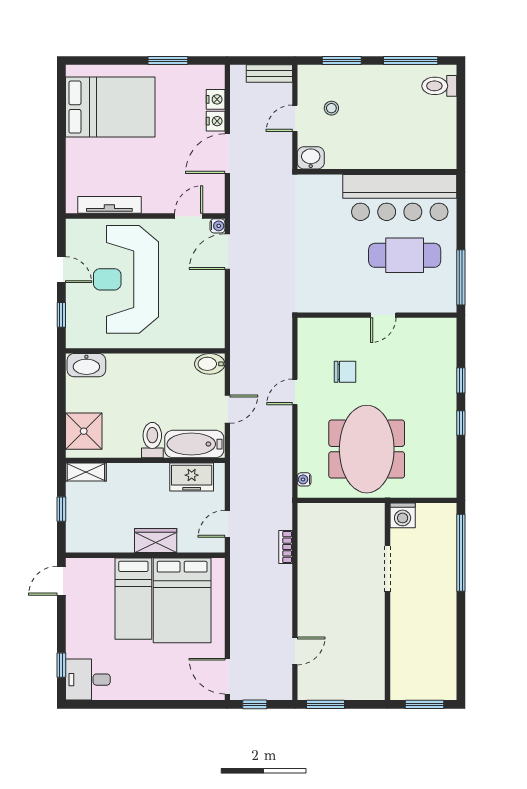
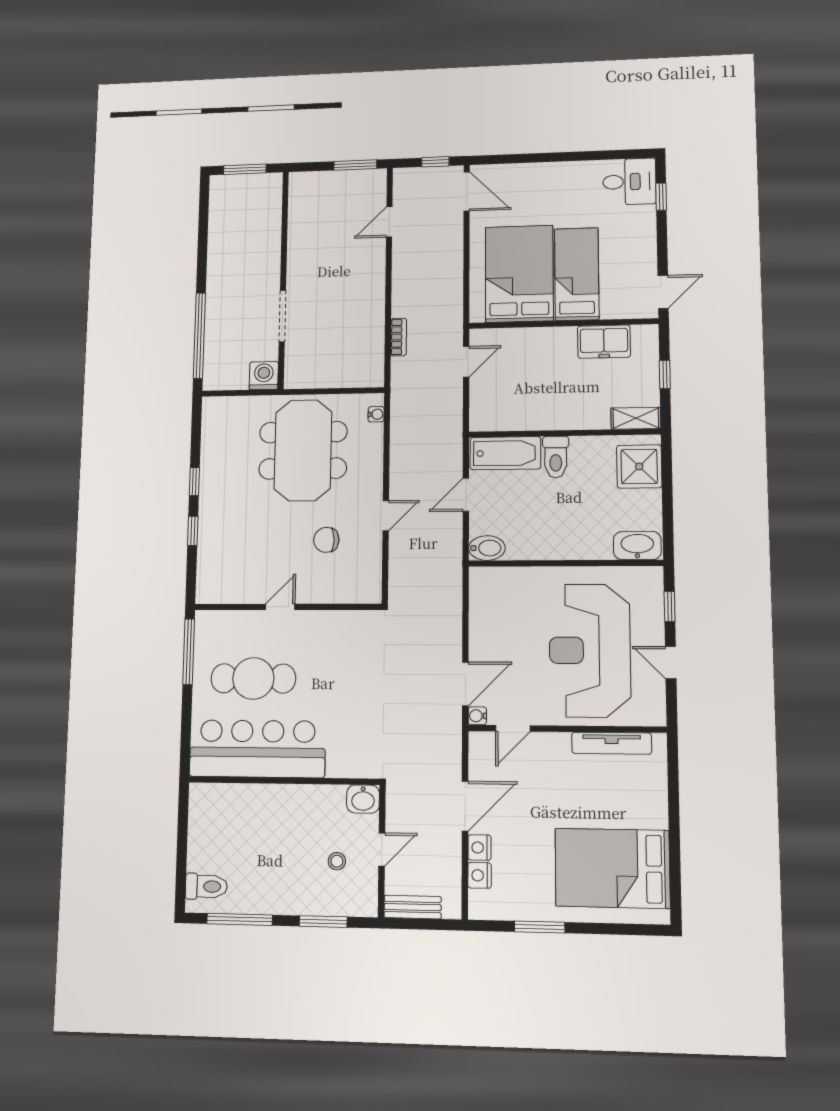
reception desk: (126, 279) -> (590, 650), turned 180
freezer: (192, 477) -> (604, 342), moved, turned 180
wardrobe: (156, 541) -> (551, 341), removed

